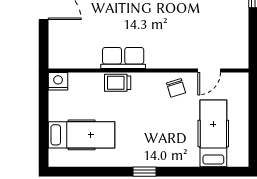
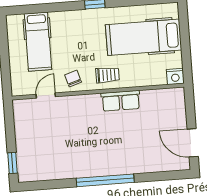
trolley: (118, 83) -> (108, 75), moved
hospital bed: (82, 135) -> (144, 37), width x1.37, depth x1.29

